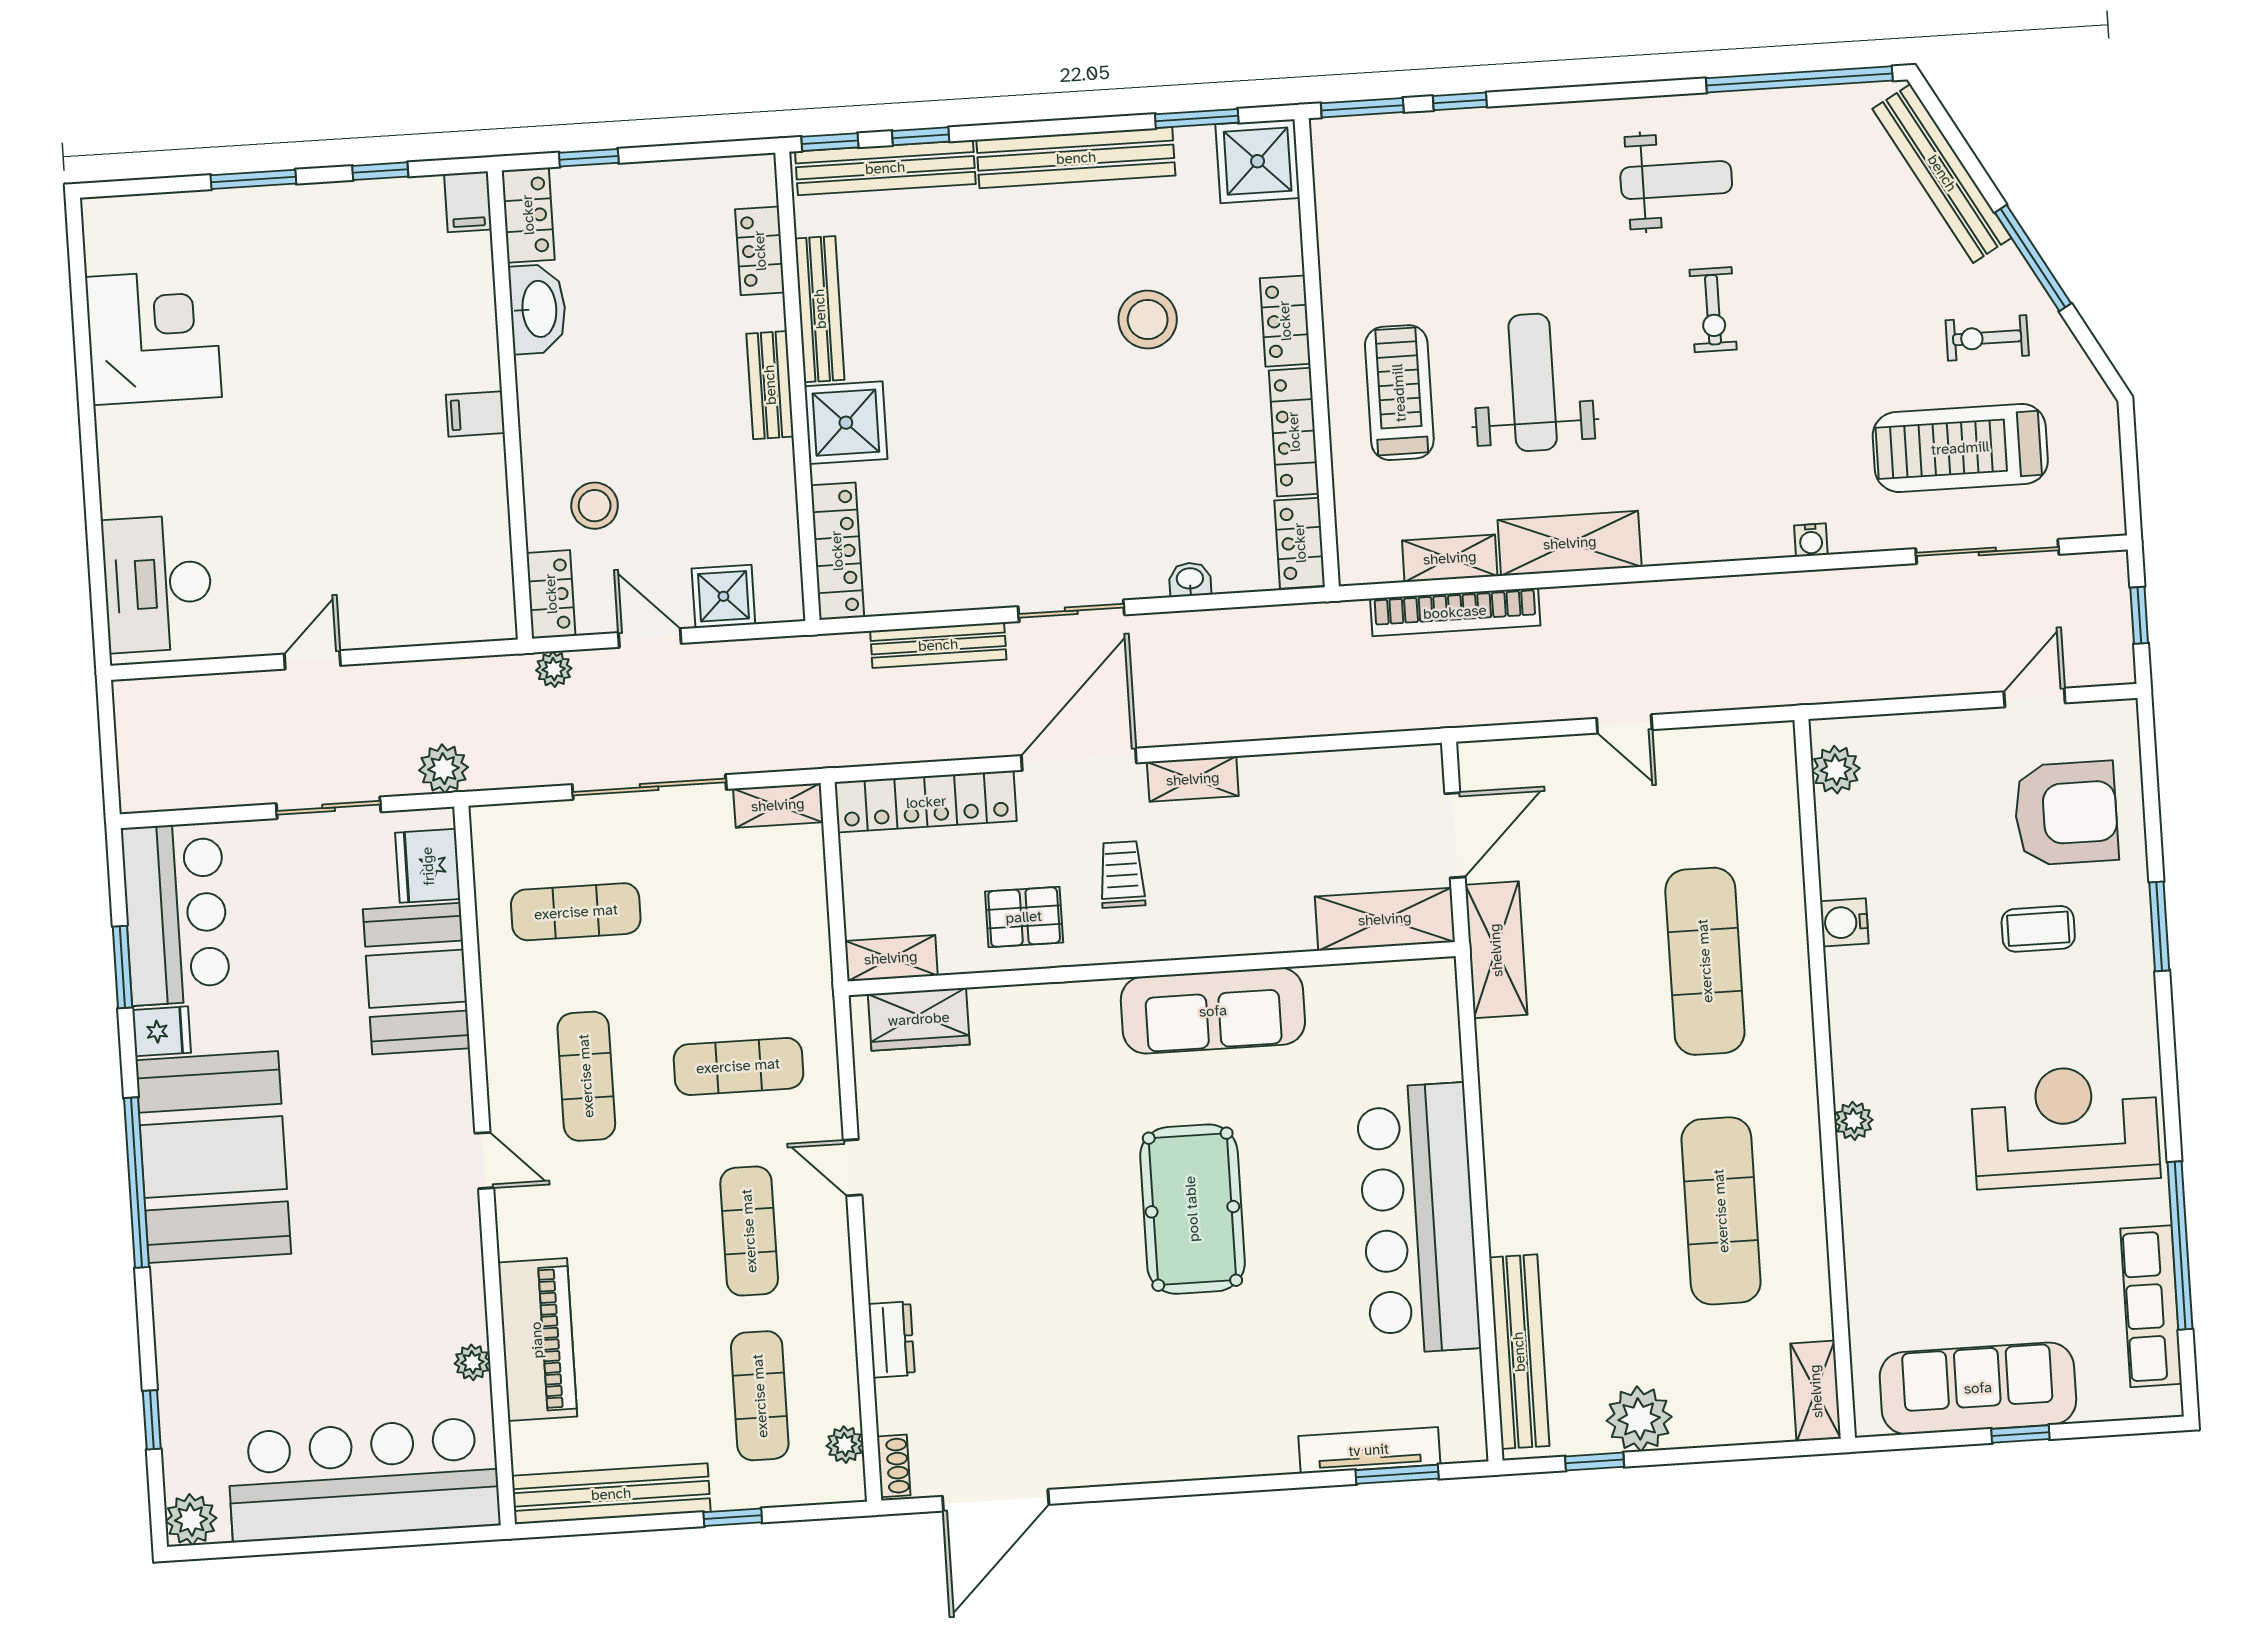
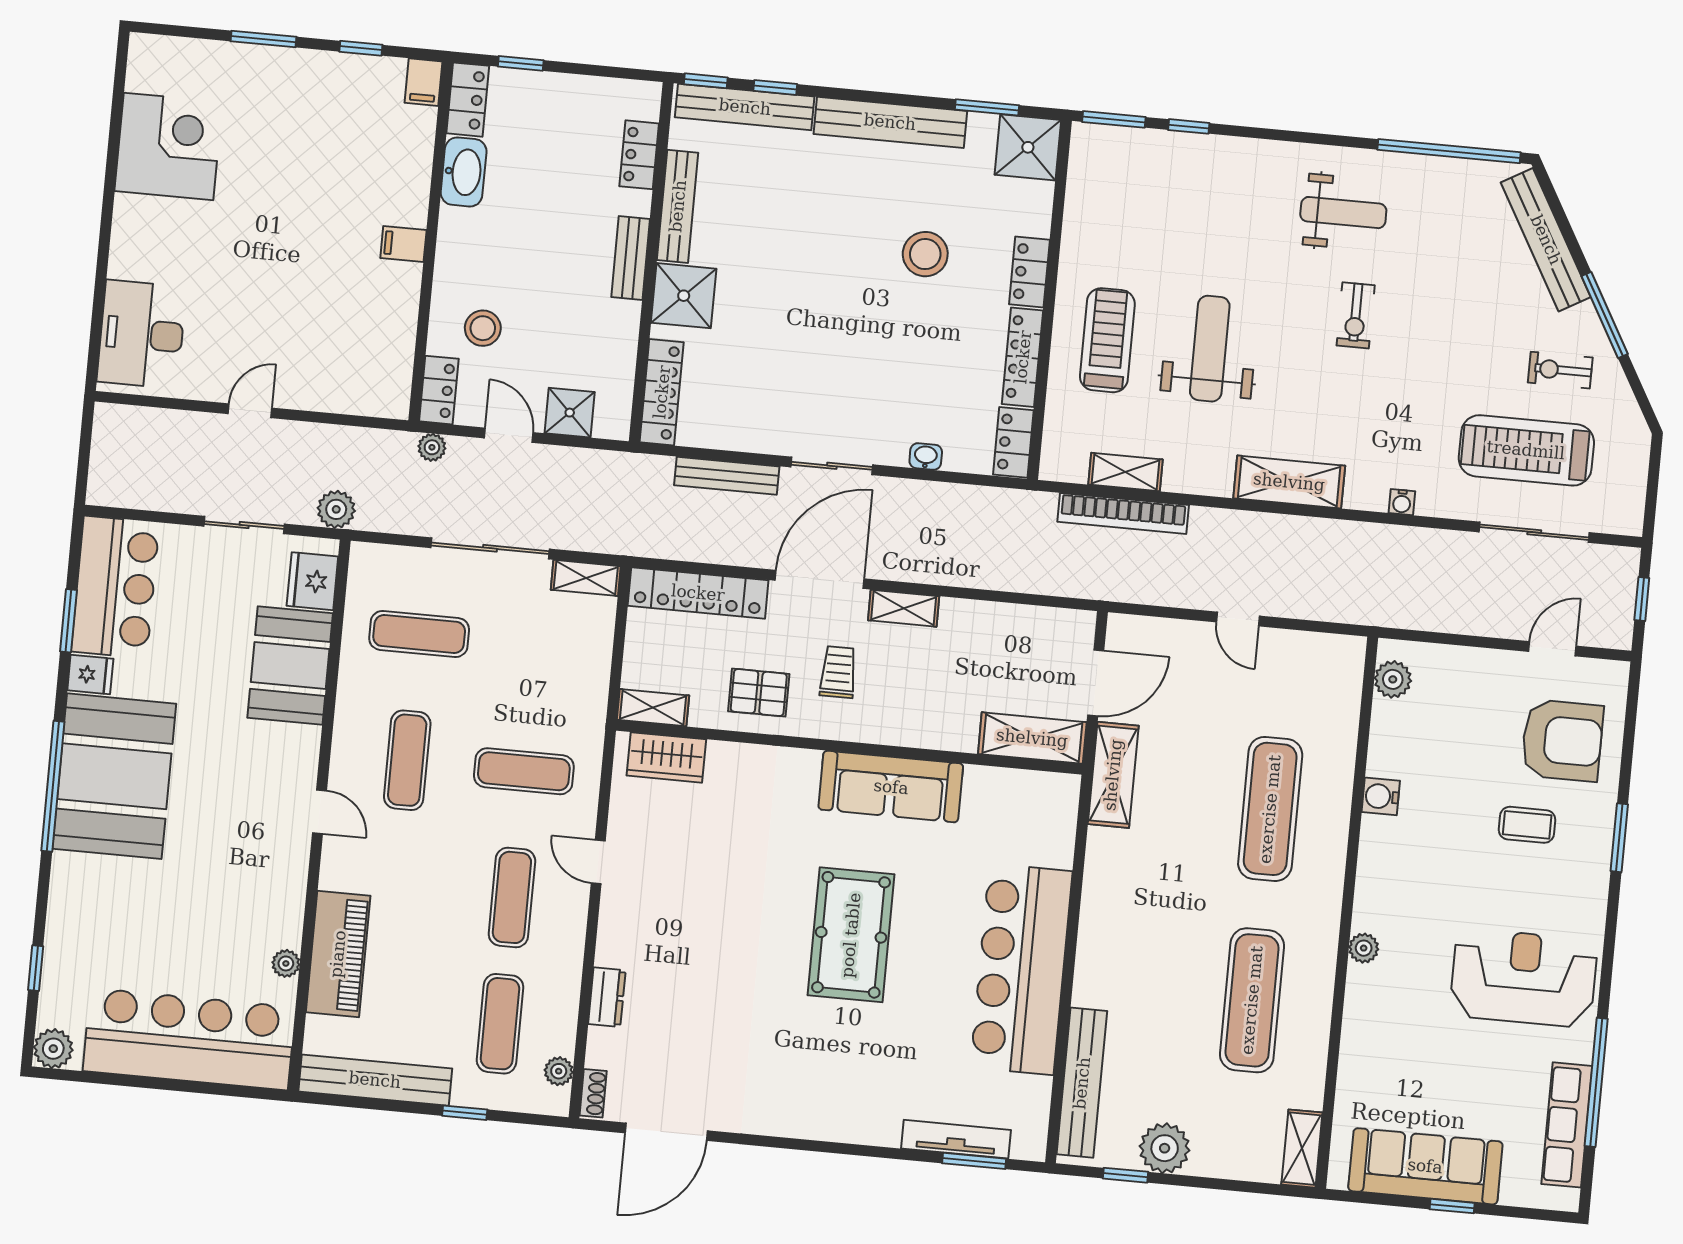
shelving: (1570, 543) -> (1289, 482), moved

